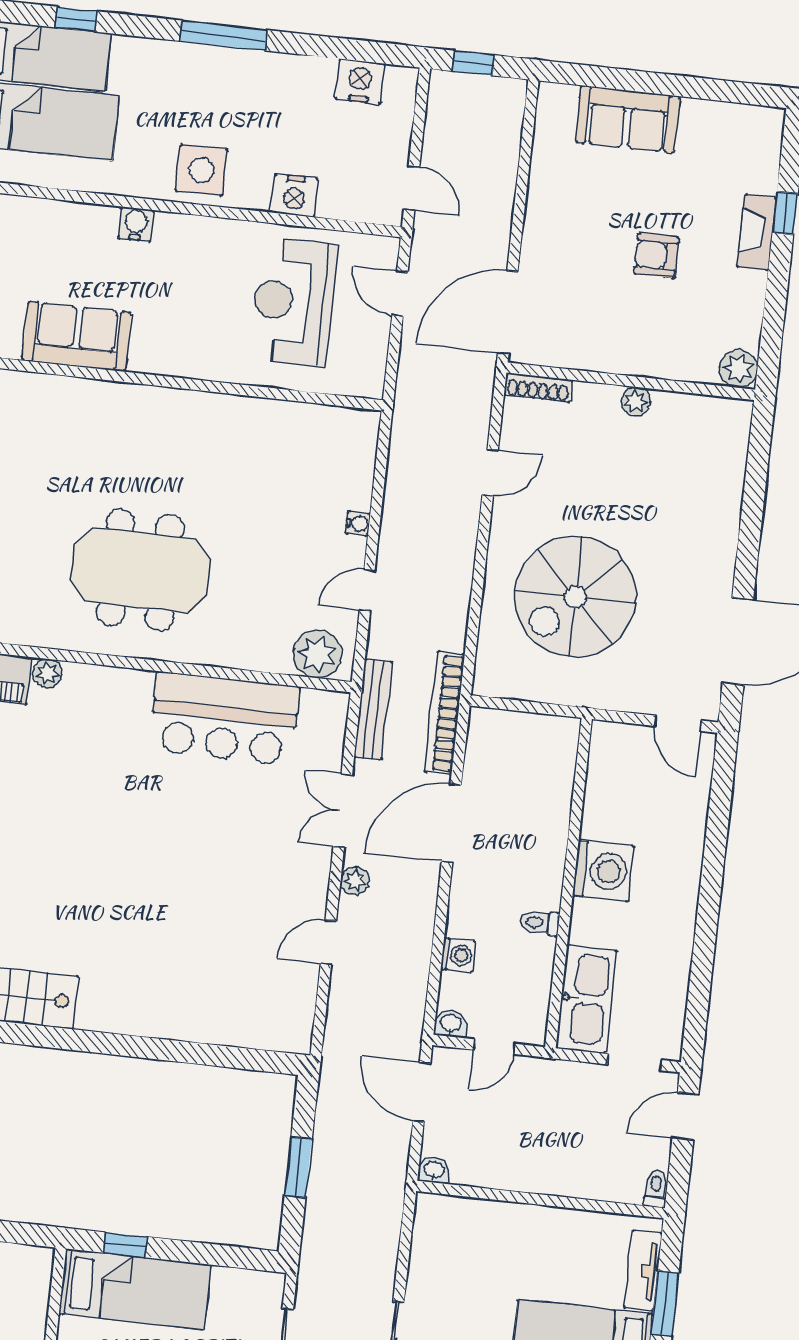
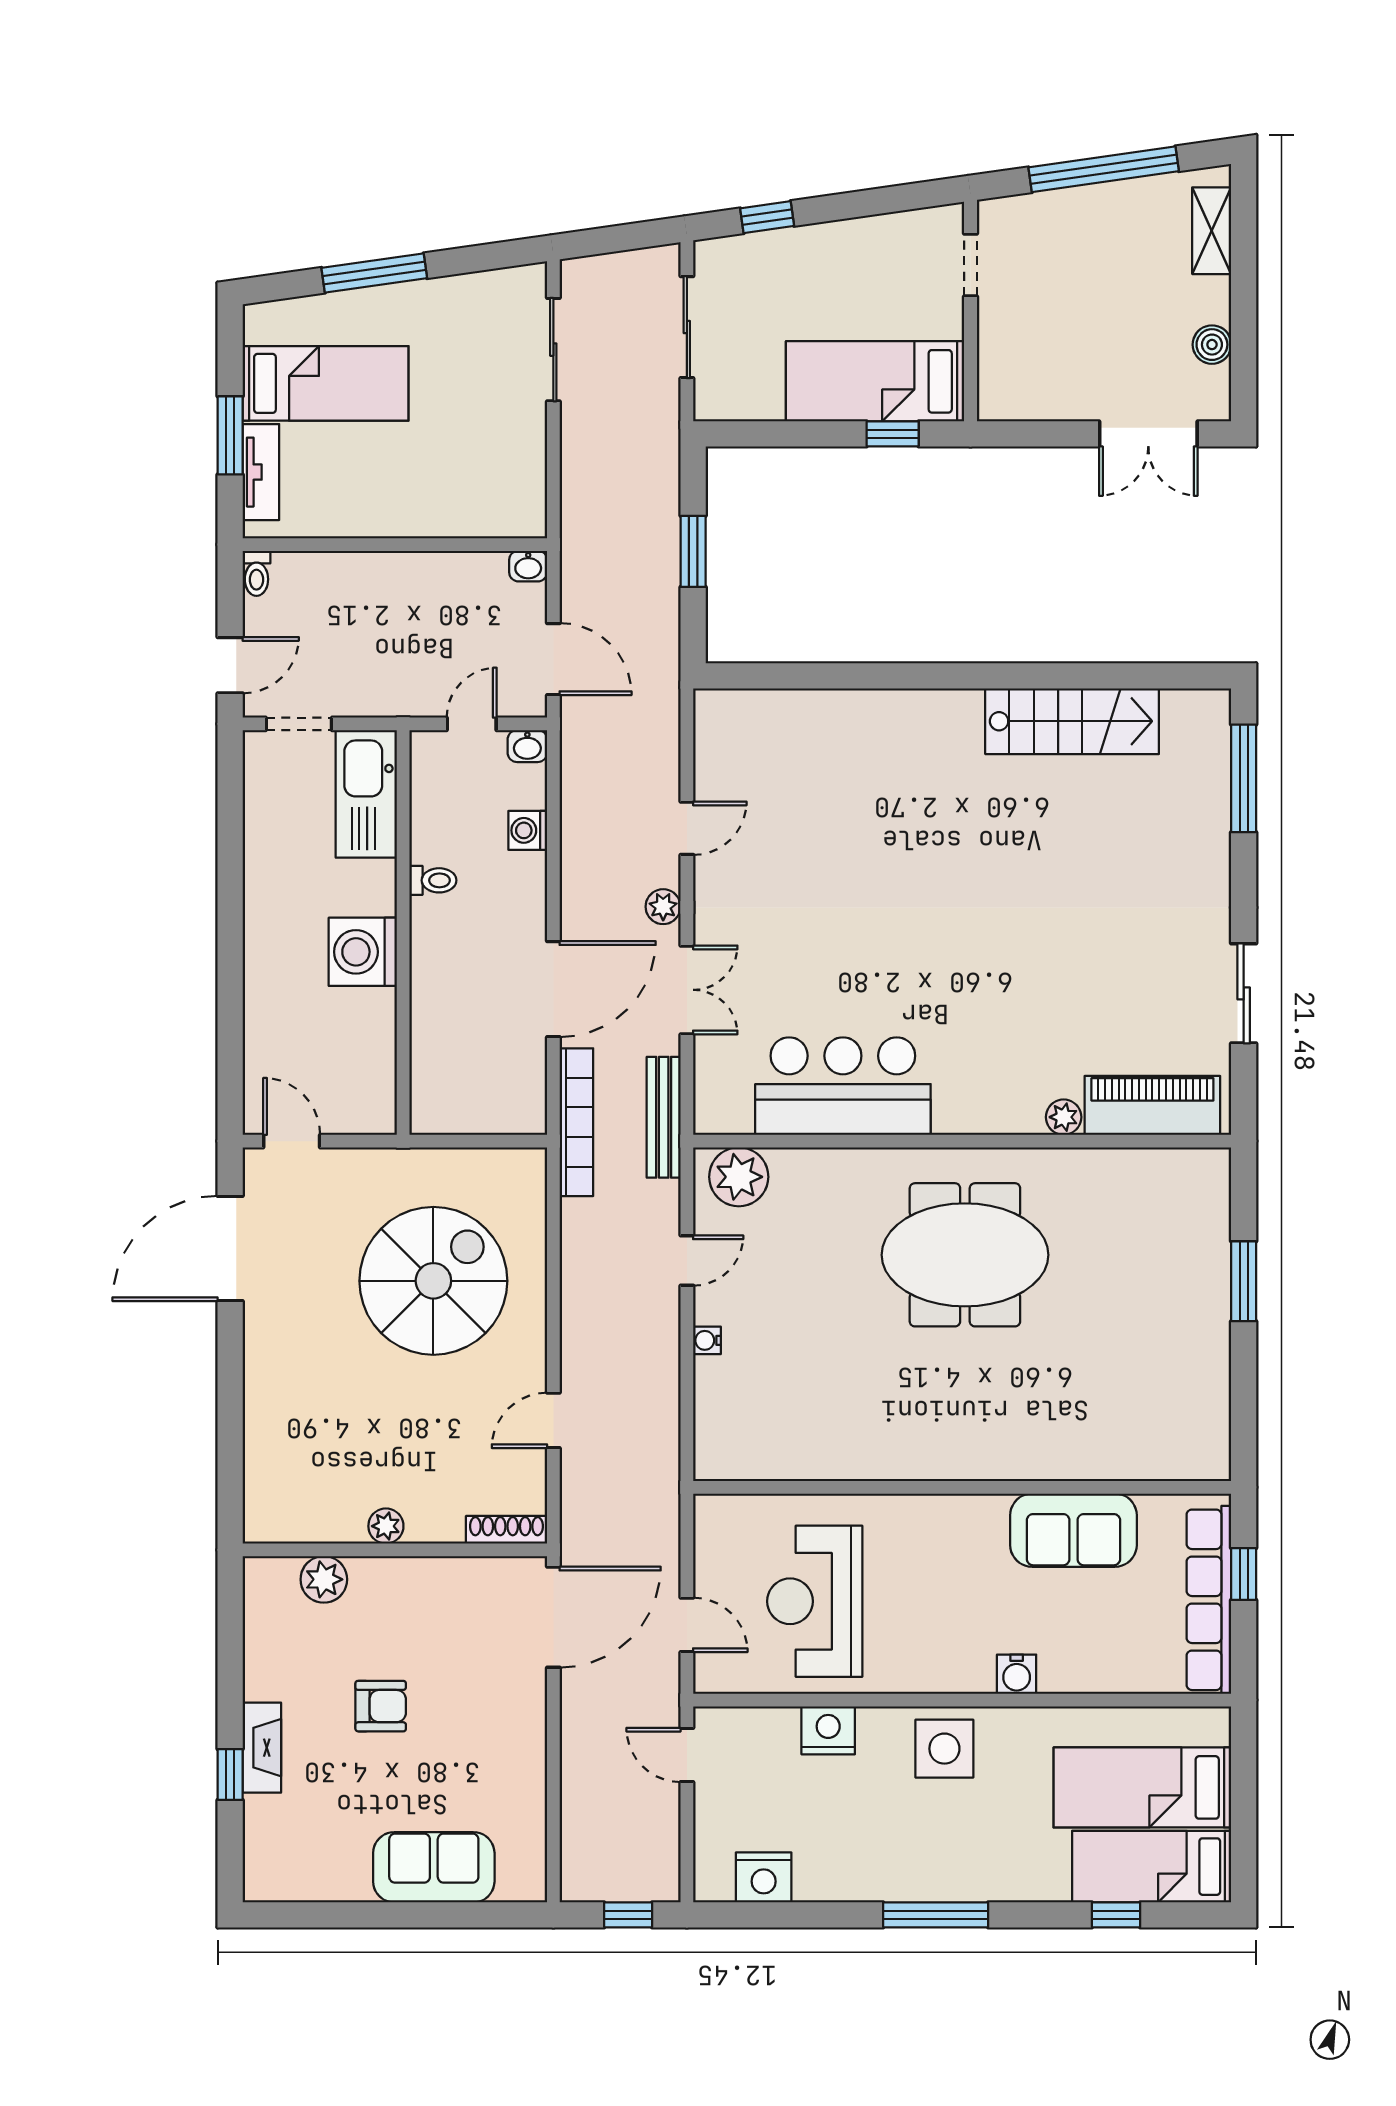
reception desk: (294, 302) -> (815, 1601), turned 180
plant: (738, 369) -> (324, 1579), moved

